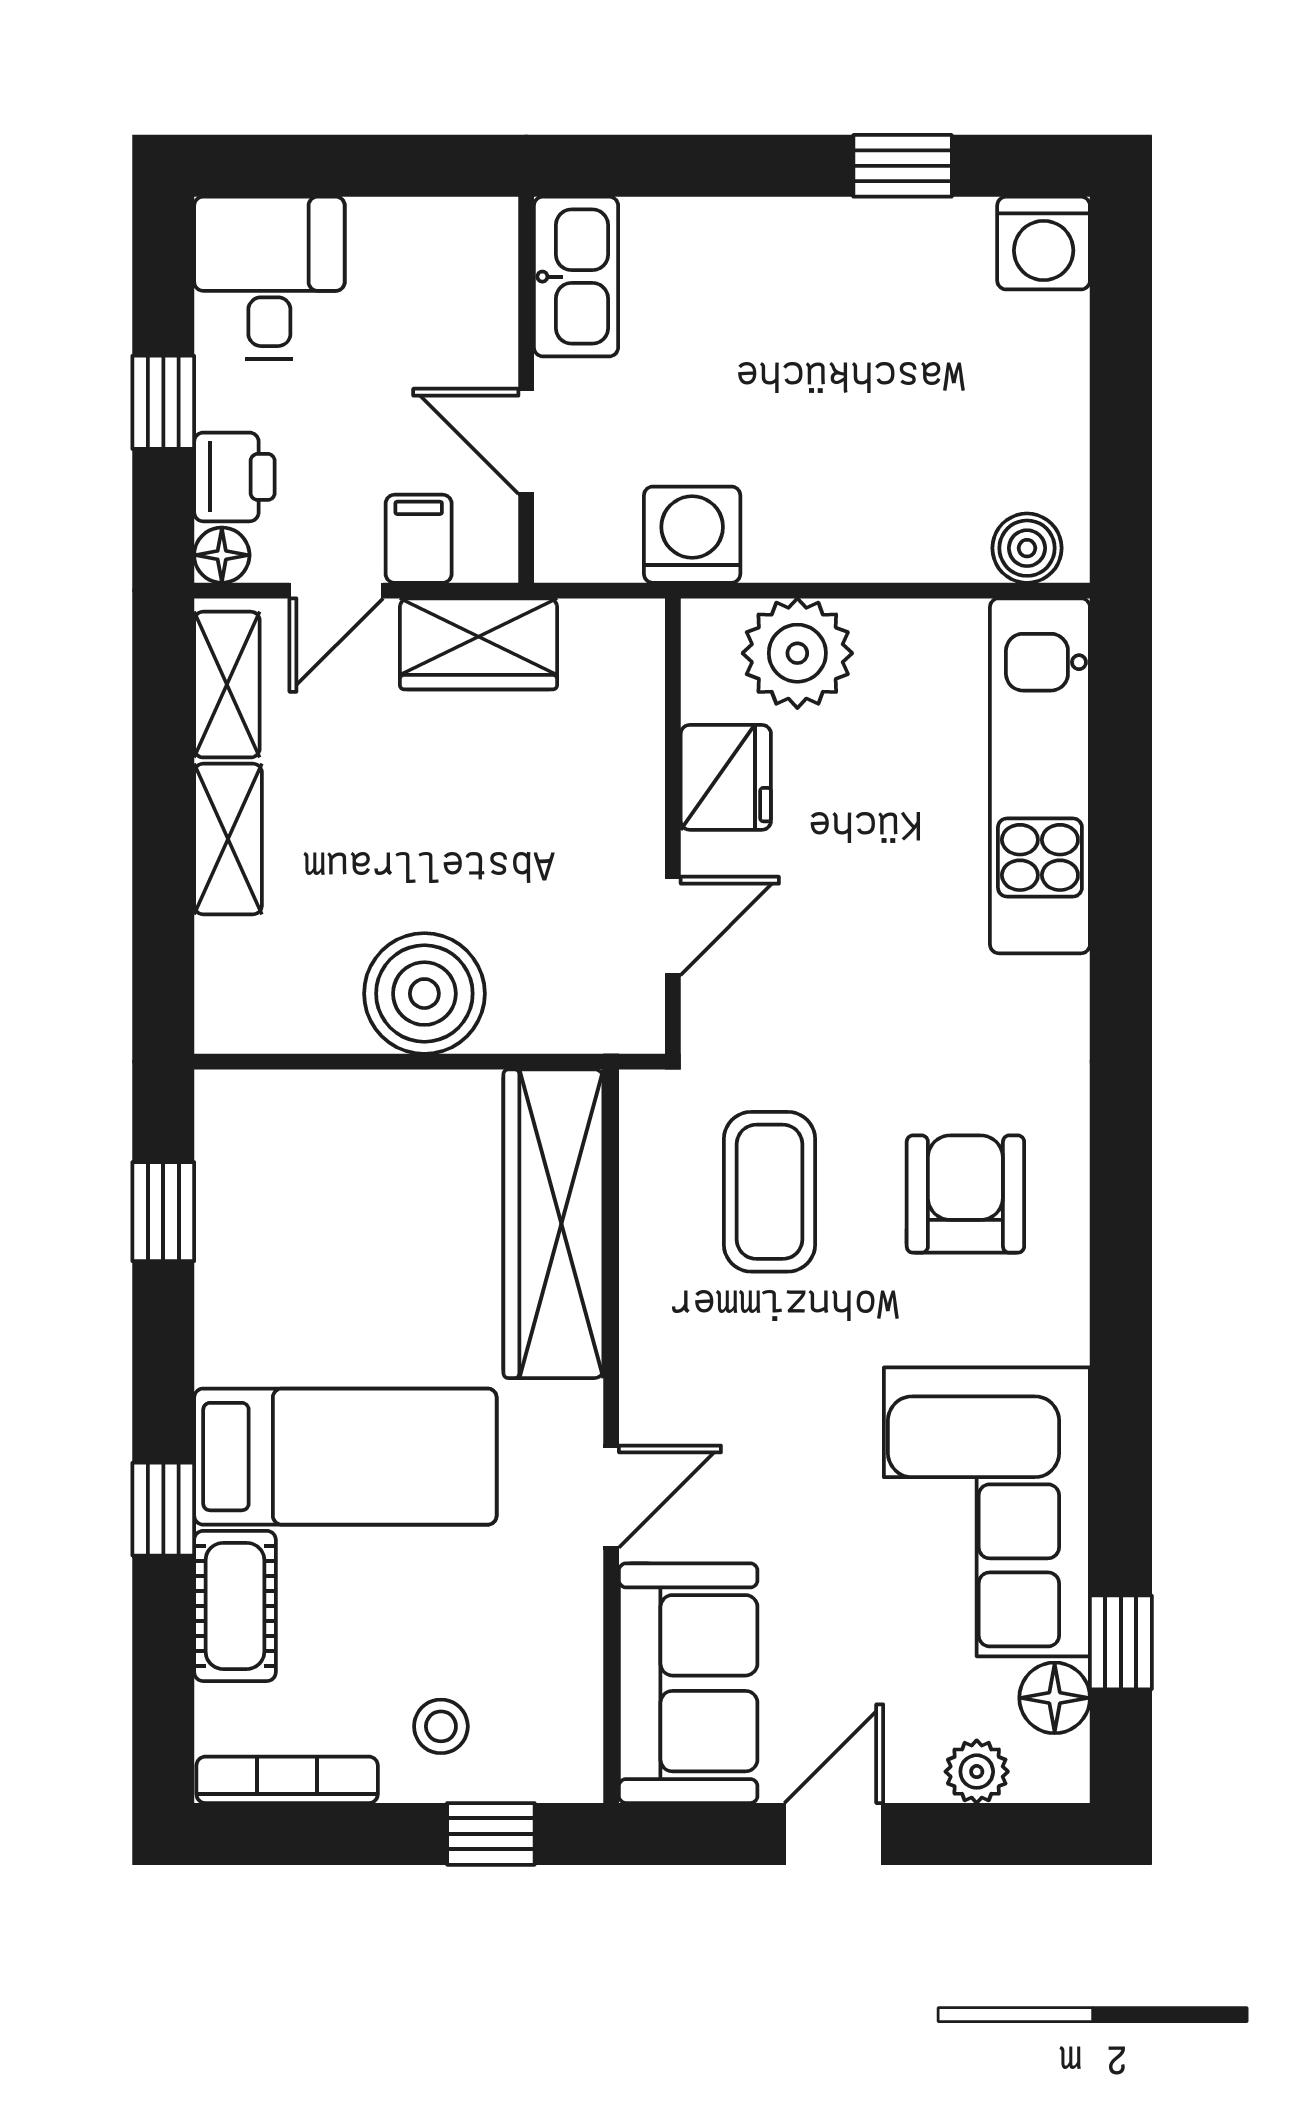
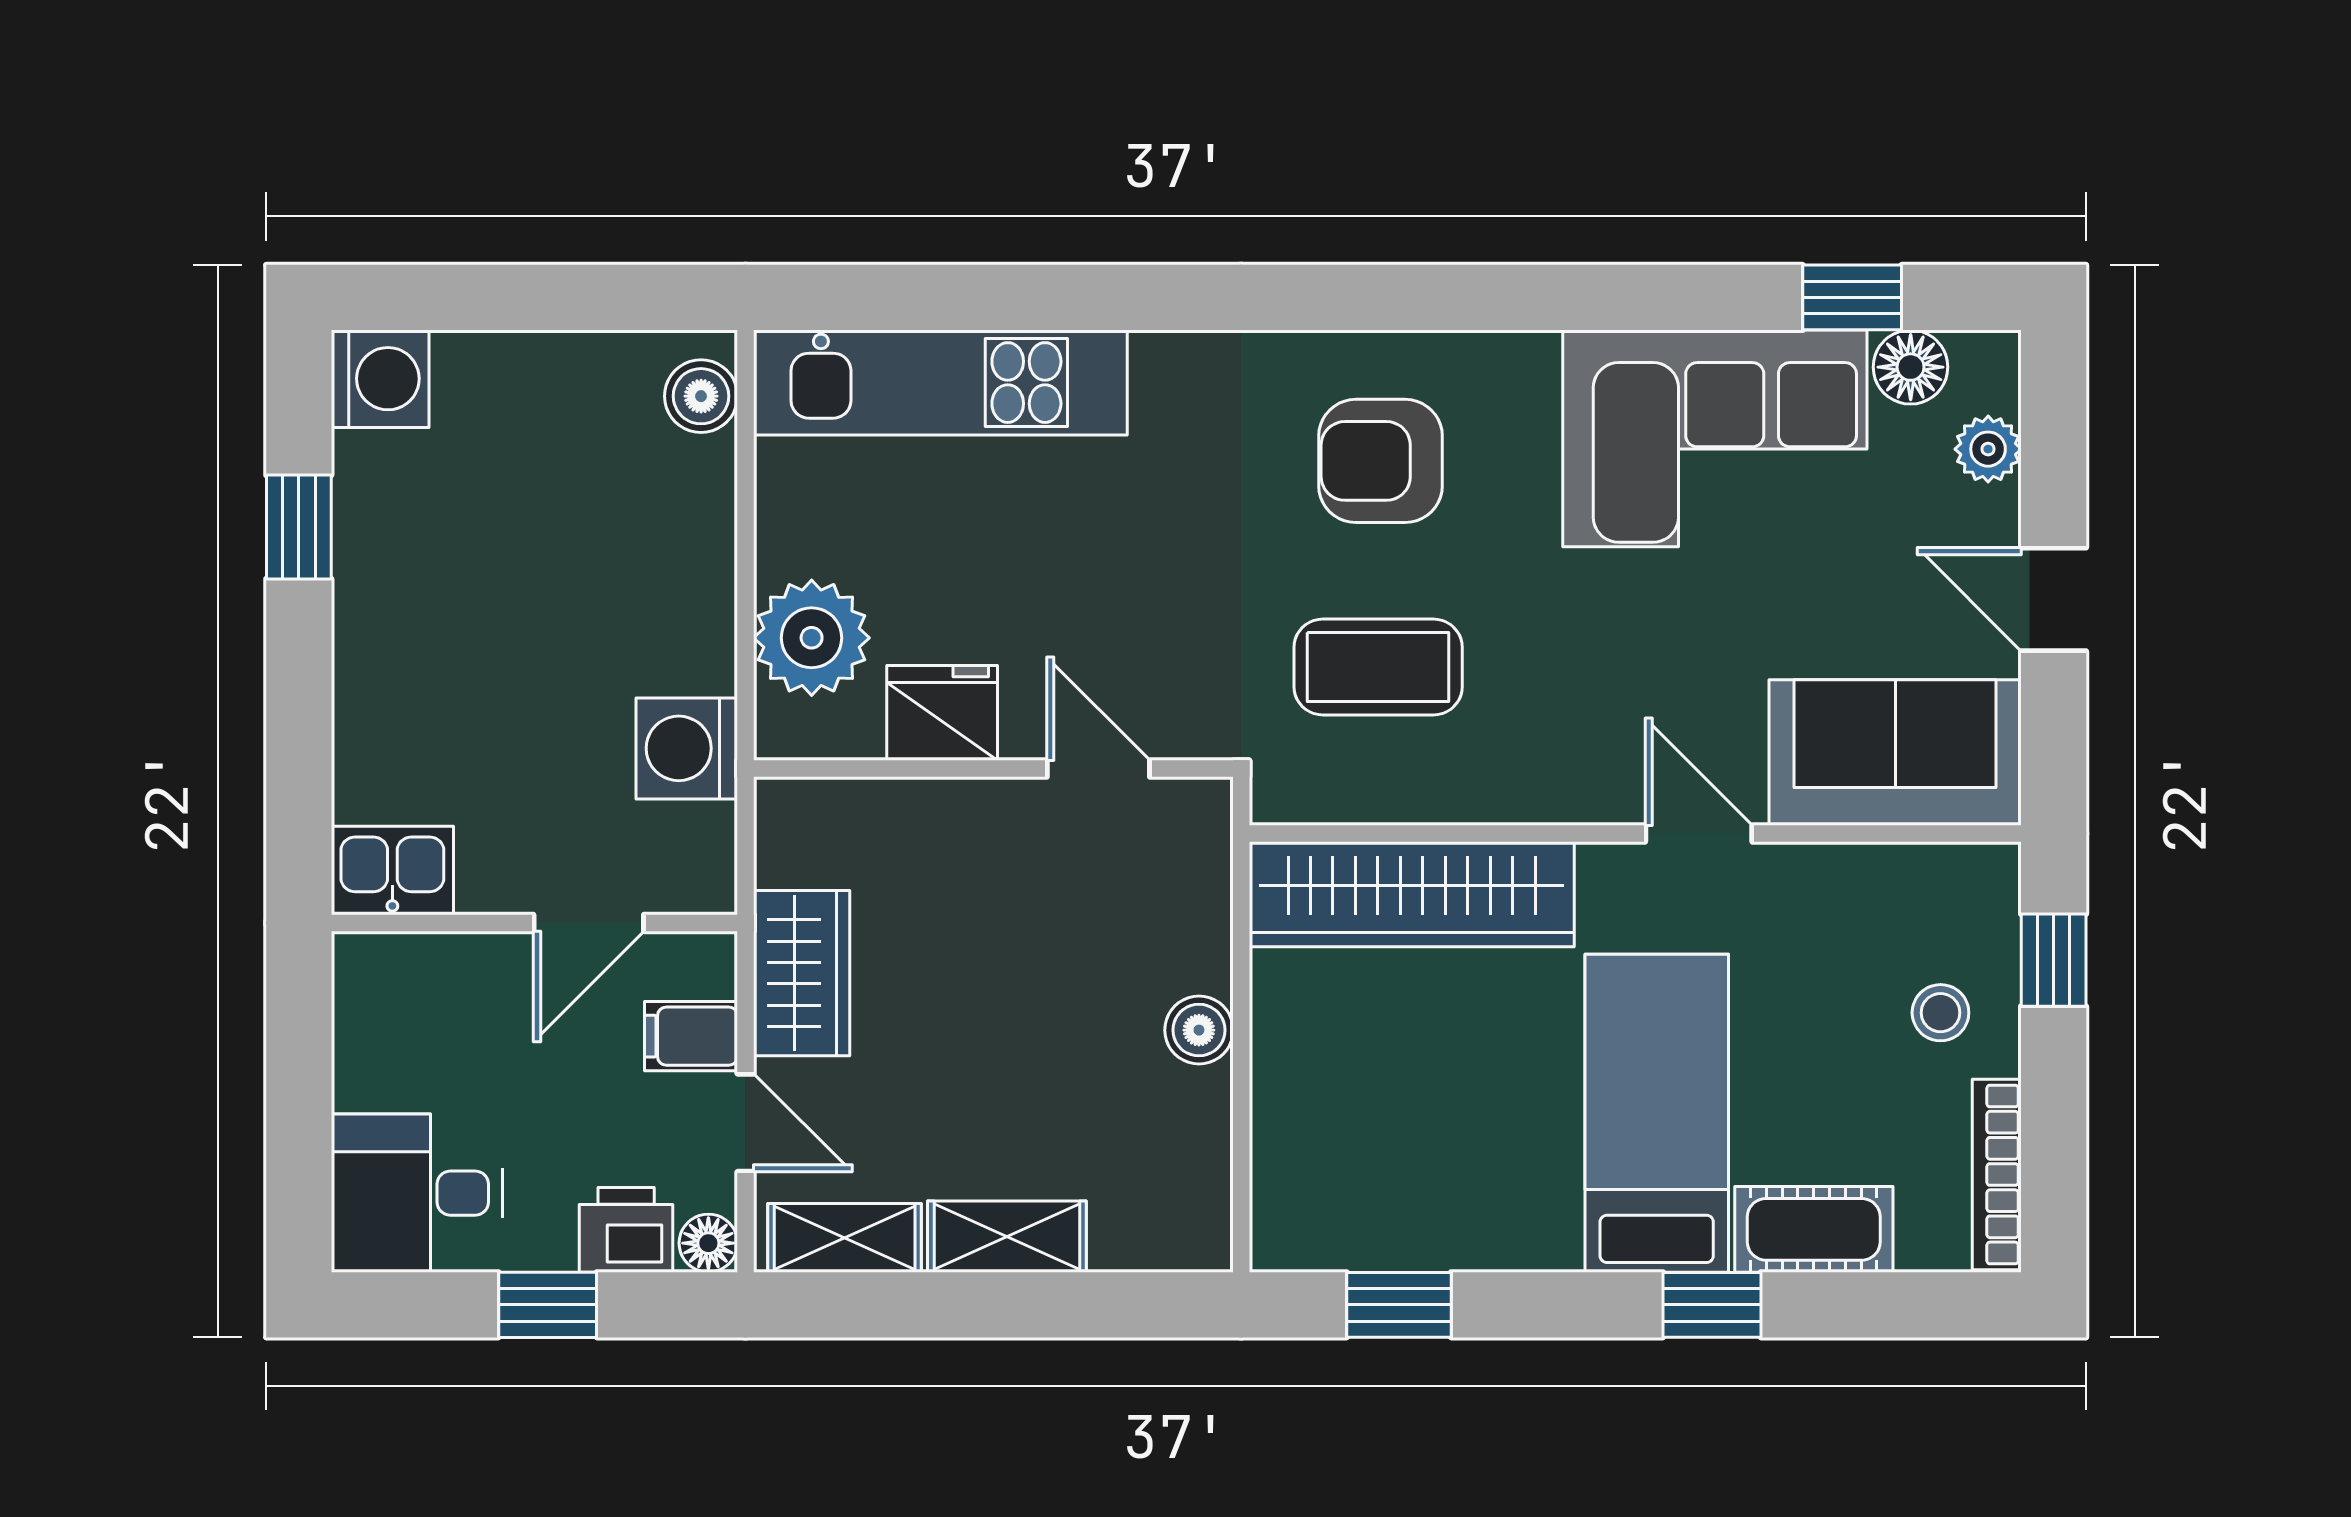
kitchen sink: (576, 277) -> (392, 871), width x0.73
boiler: (424, 994) -> (1199, 1030), width x0.54, depth x0.54

